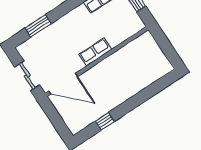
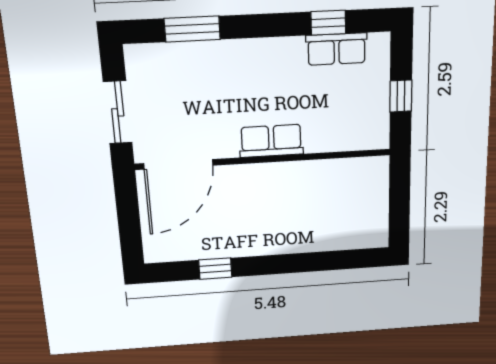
door: (63, 84) -> (178, 164), hinge flipped

